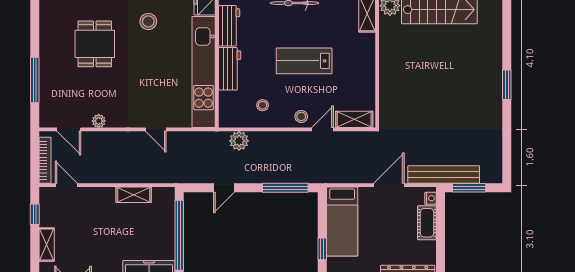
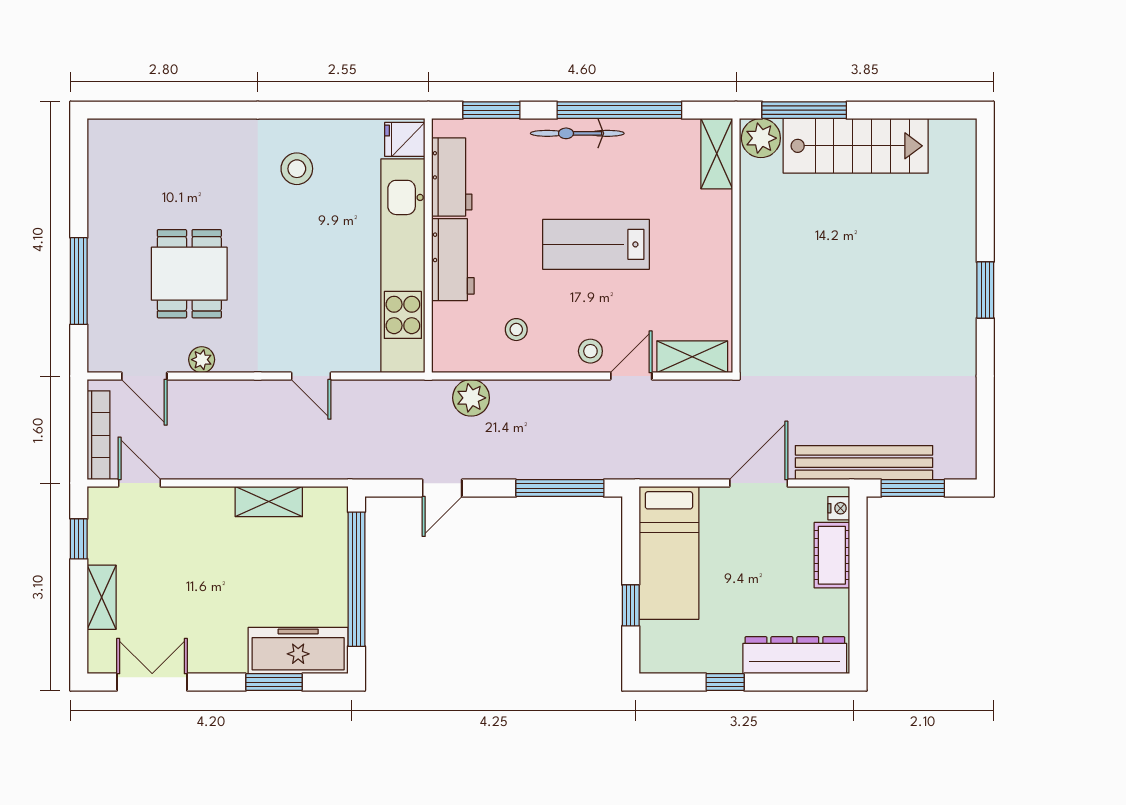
dining table: (95, 44) -> (189, 274), moved

